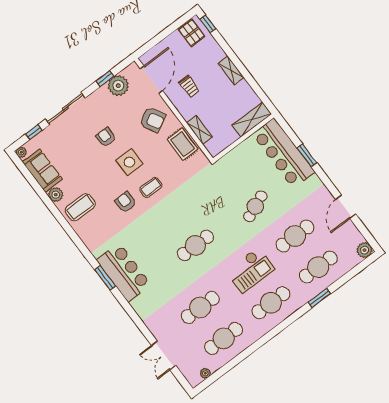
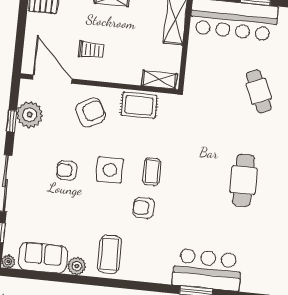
shelving: (199, 130) -> (159, 80), moved

